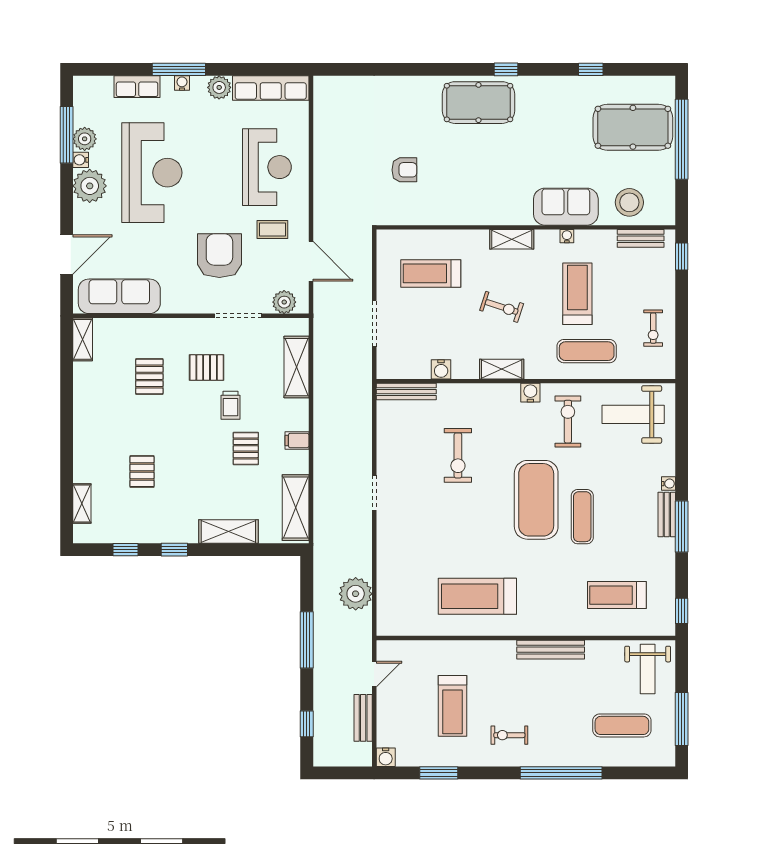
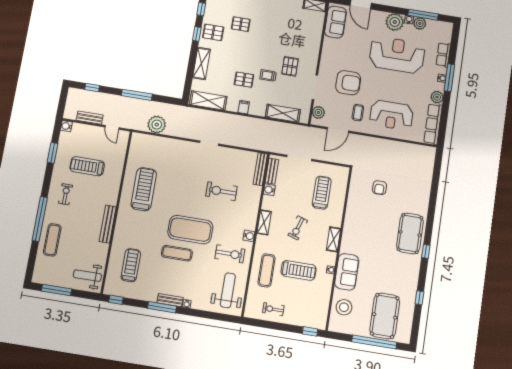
reception desk: (152, 173) -> (397, 55), turned 180
bench: (641, 238) -> (272, 171), moved
sofa: (119, 296) -> (335, 22), width x0.73
pallet: (149, 377) -> (213, 32), moved
exercise mat: (622, 725) -> (52, 240), moved

